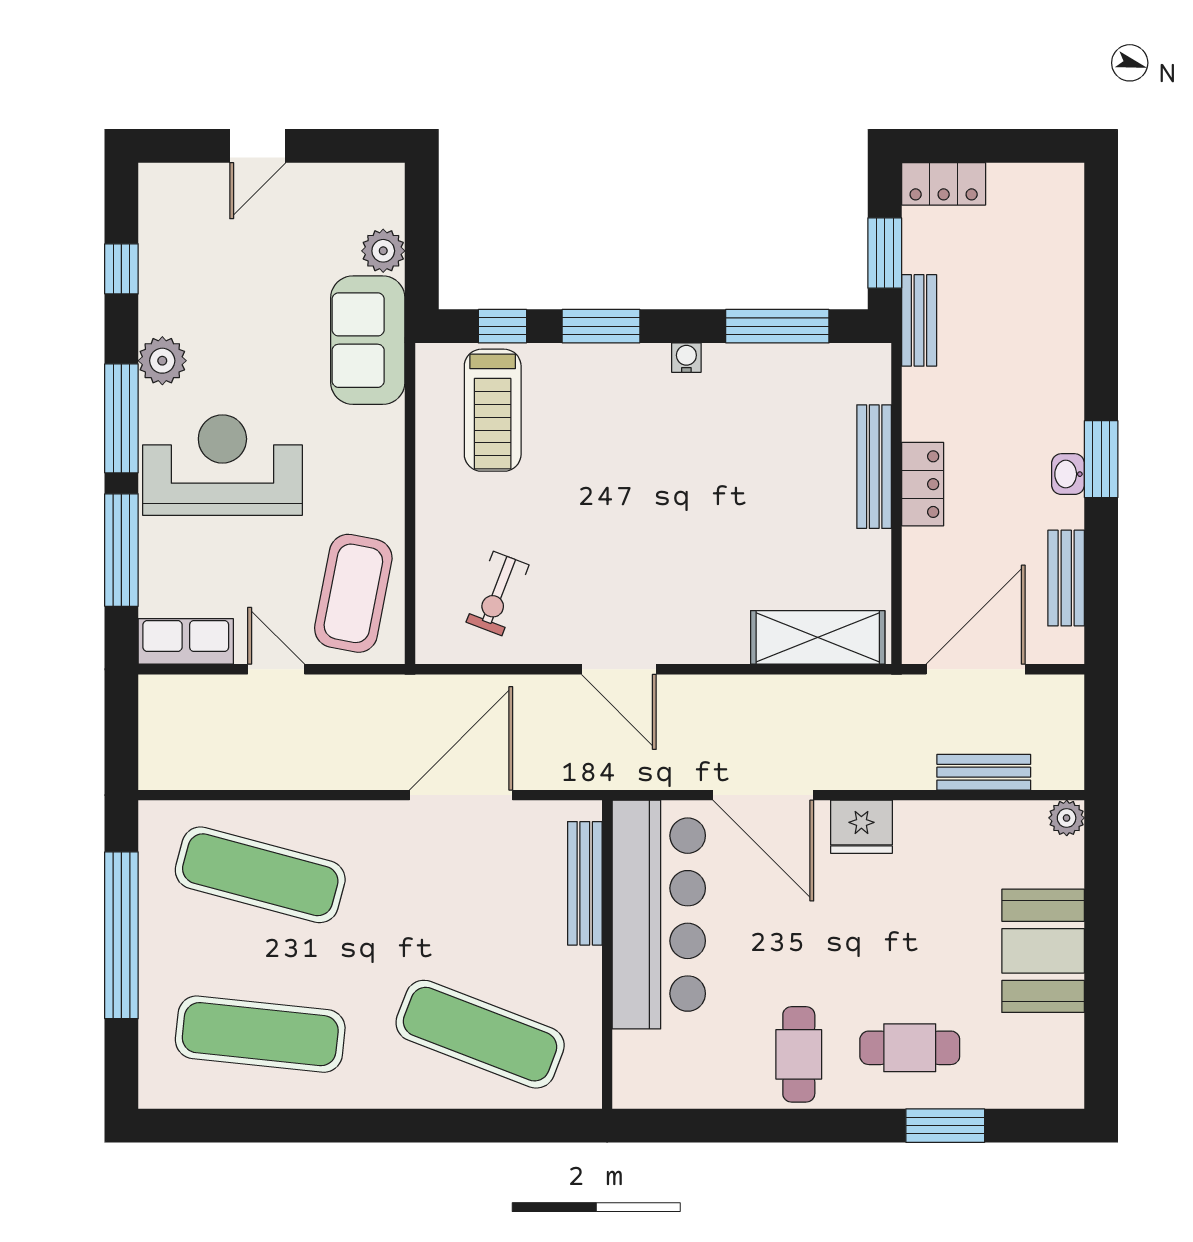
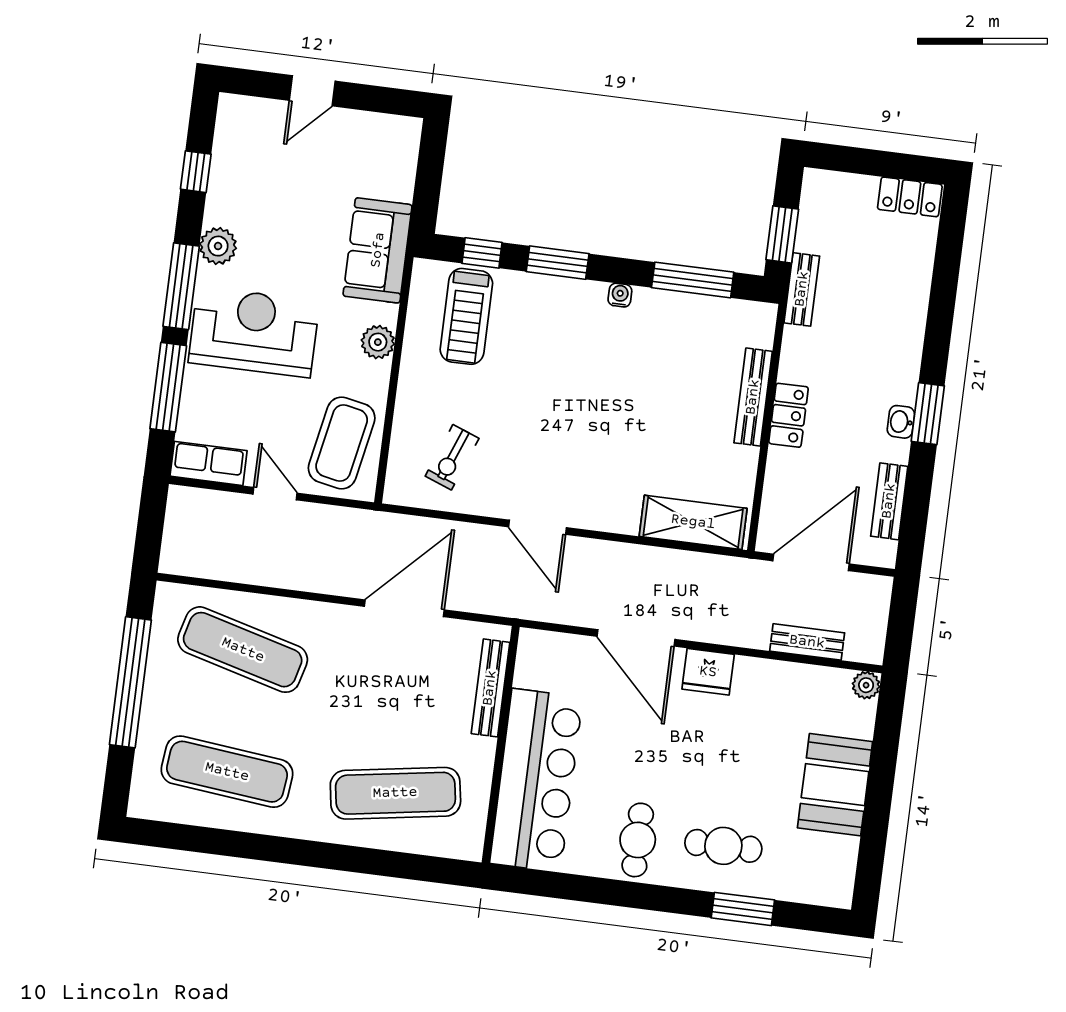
locker: (944, 184) -> (910, 197), moved
plant: (383, 251) -> (378, 342), moved
bar counter: (659, 915) -> (536, 780), moved
exercise mat: (480, 1034) -> (395, 793), turned -30

